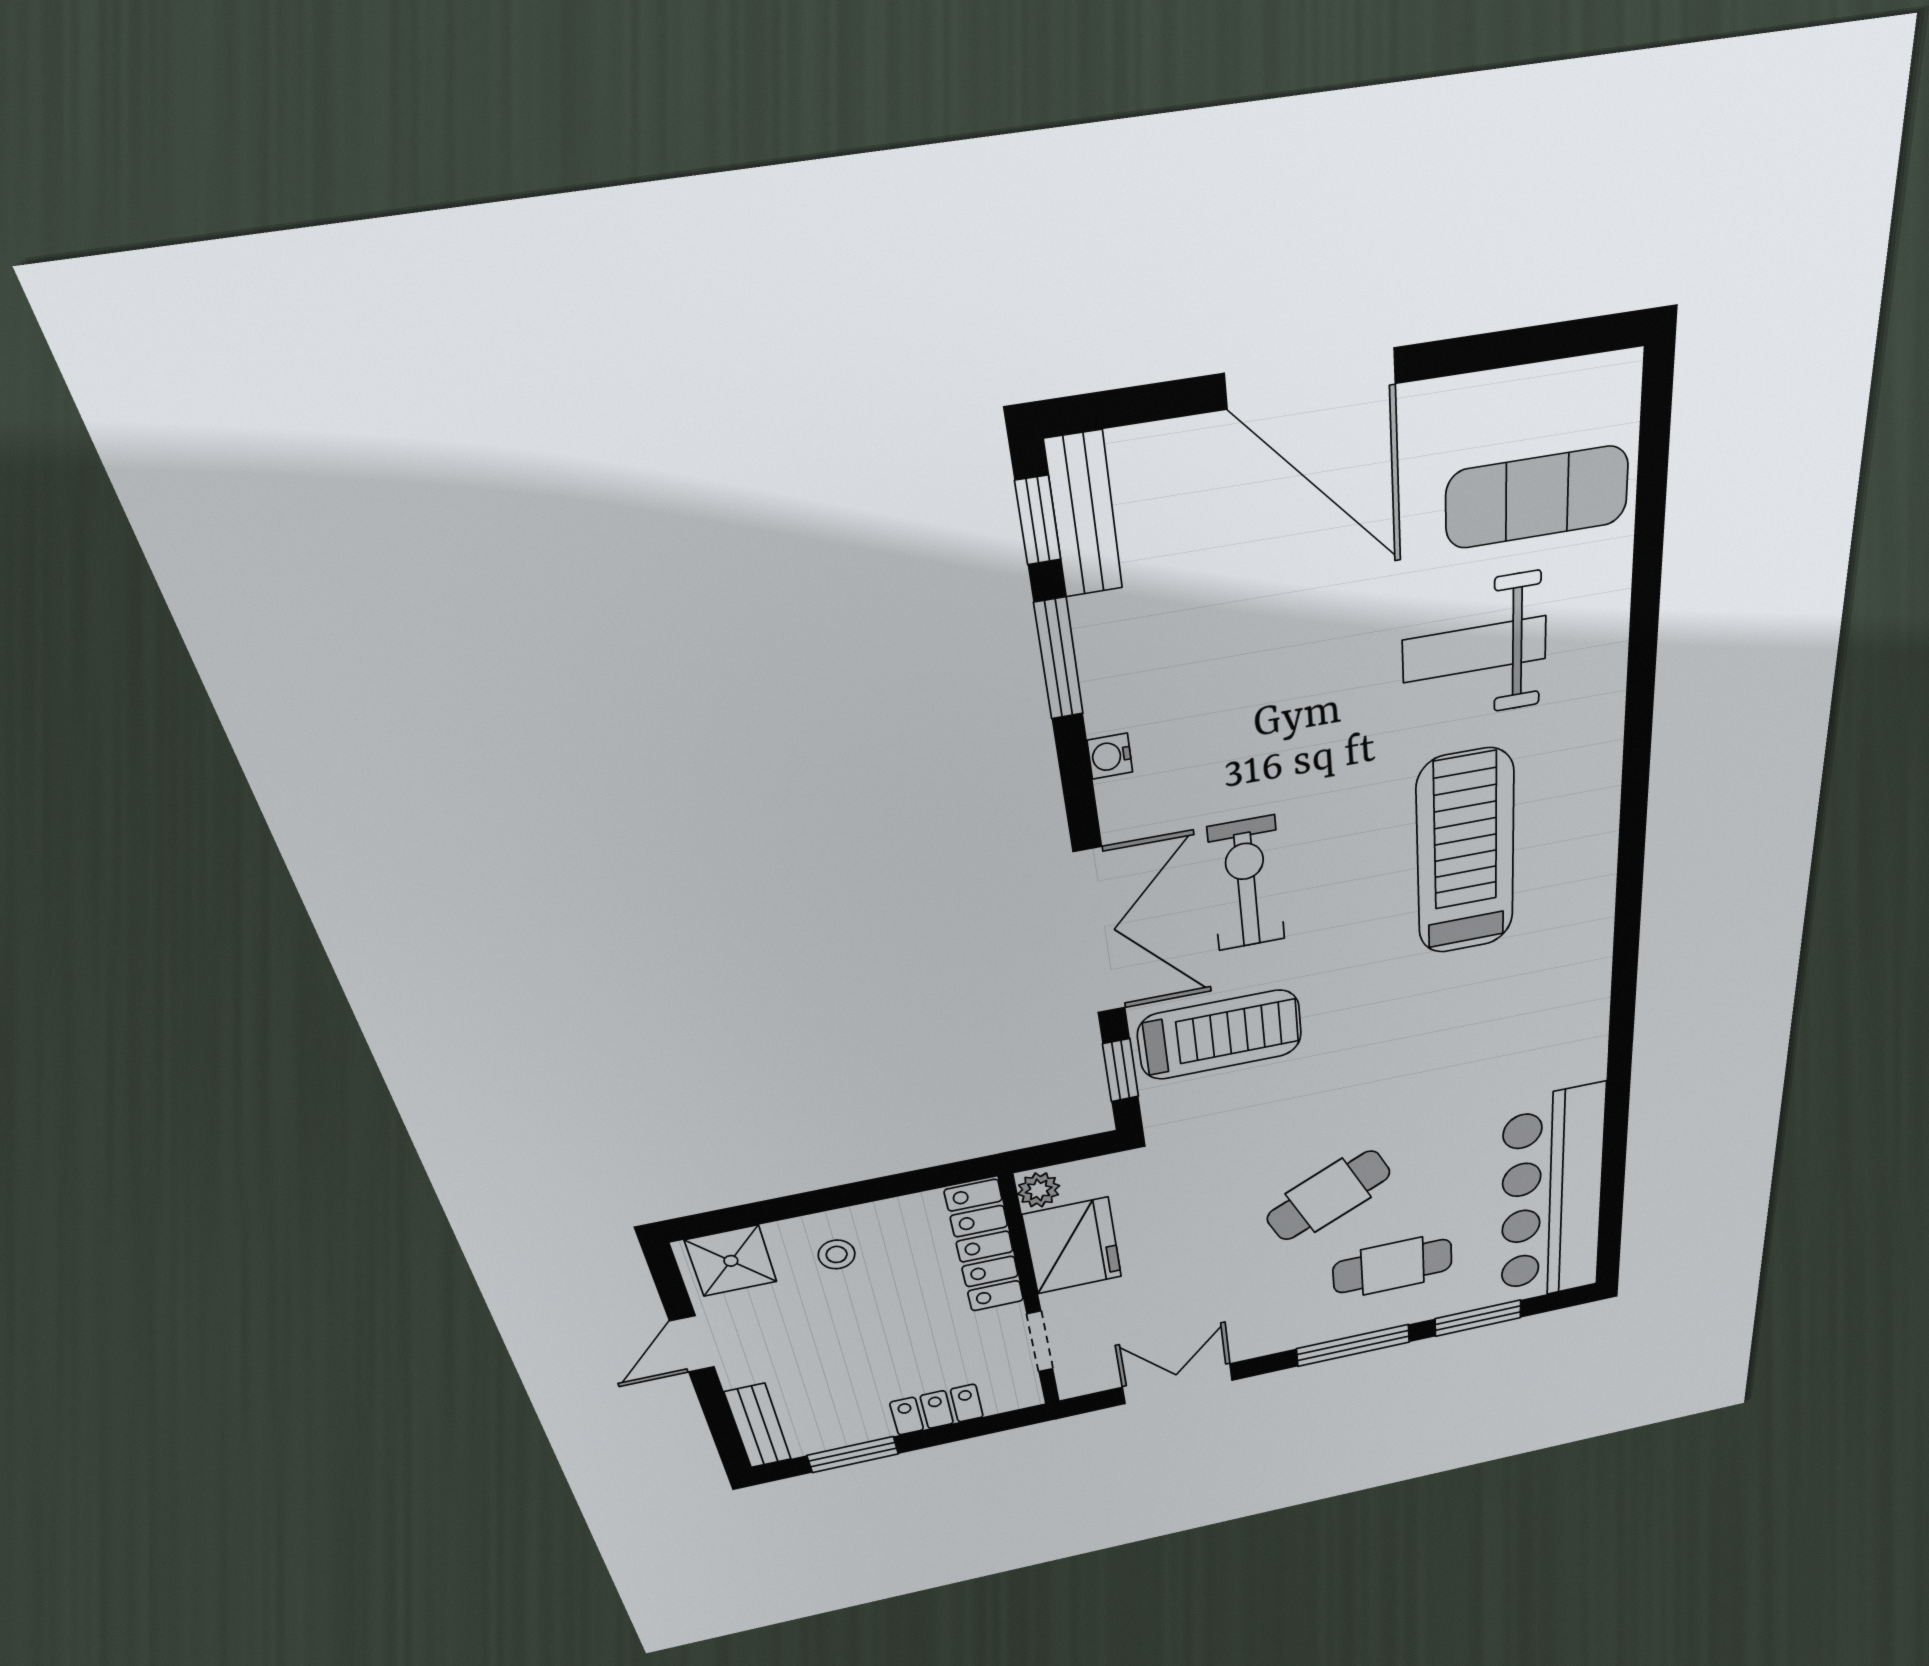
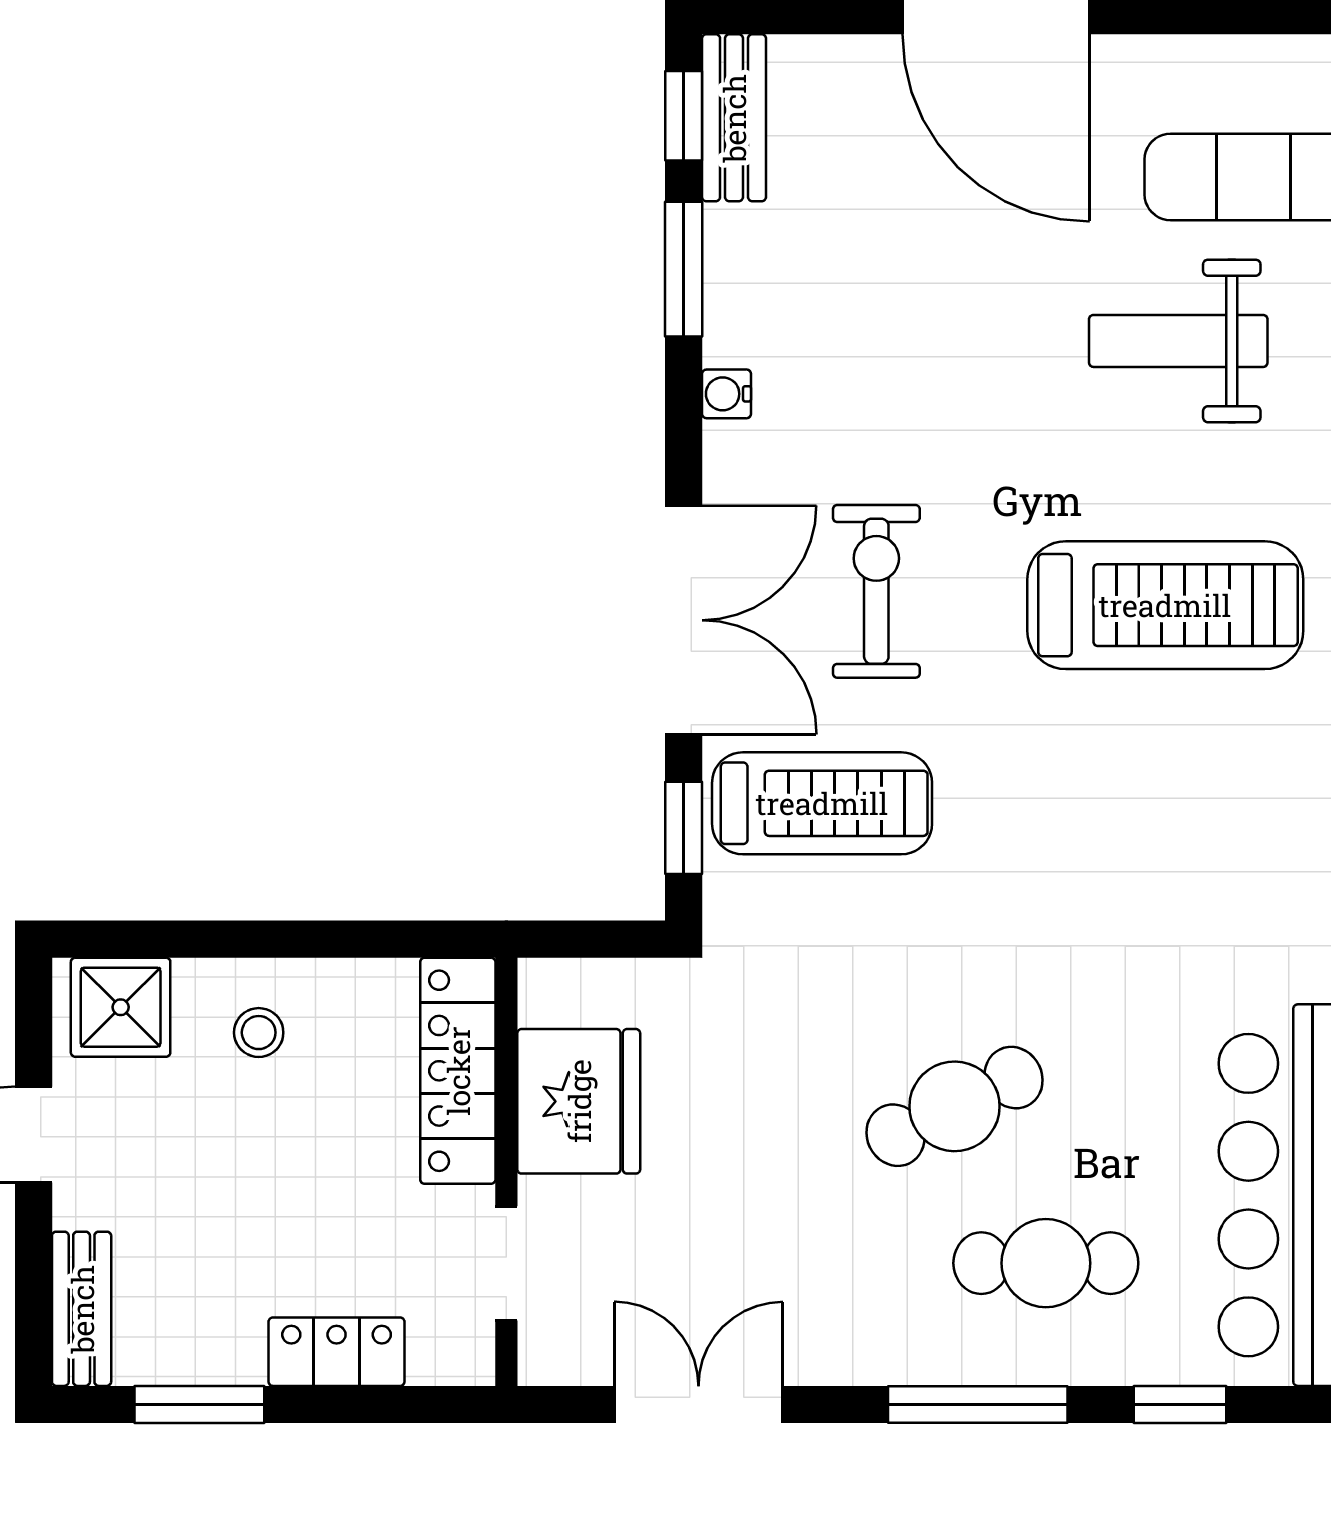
treadmill: (1466, 853) -> (1165, 605), turned 90
plant: (1039, 1190) -> (547, 994), removed
window: (1478, 1318) -> (1180, 1405), width x0.67

